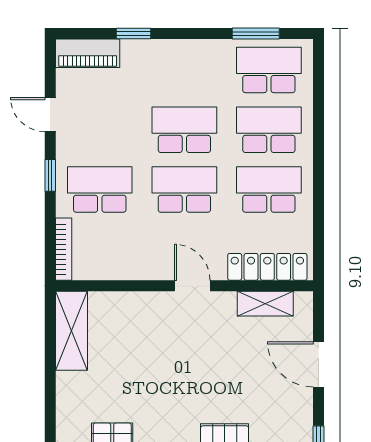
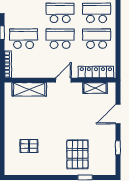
door: (192, 286) -> (63, 80), hinge flipped
shelving: (71, 331) -> (29, 89), moved, turned 90
door: (318, 364) -> (118, 114), hinge flipped

